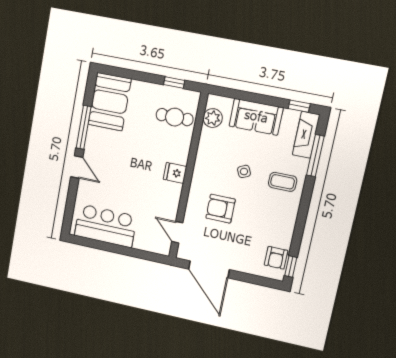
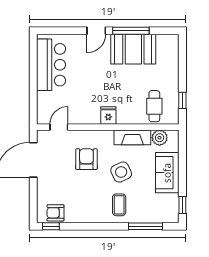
booth: (110, 102) -> (133, 49), moved
fireplace: (306, 135) -> (132, 137), moved, turned 180
side table: (244, 171) -> (121, 172), width x1.87, depth x1.87

